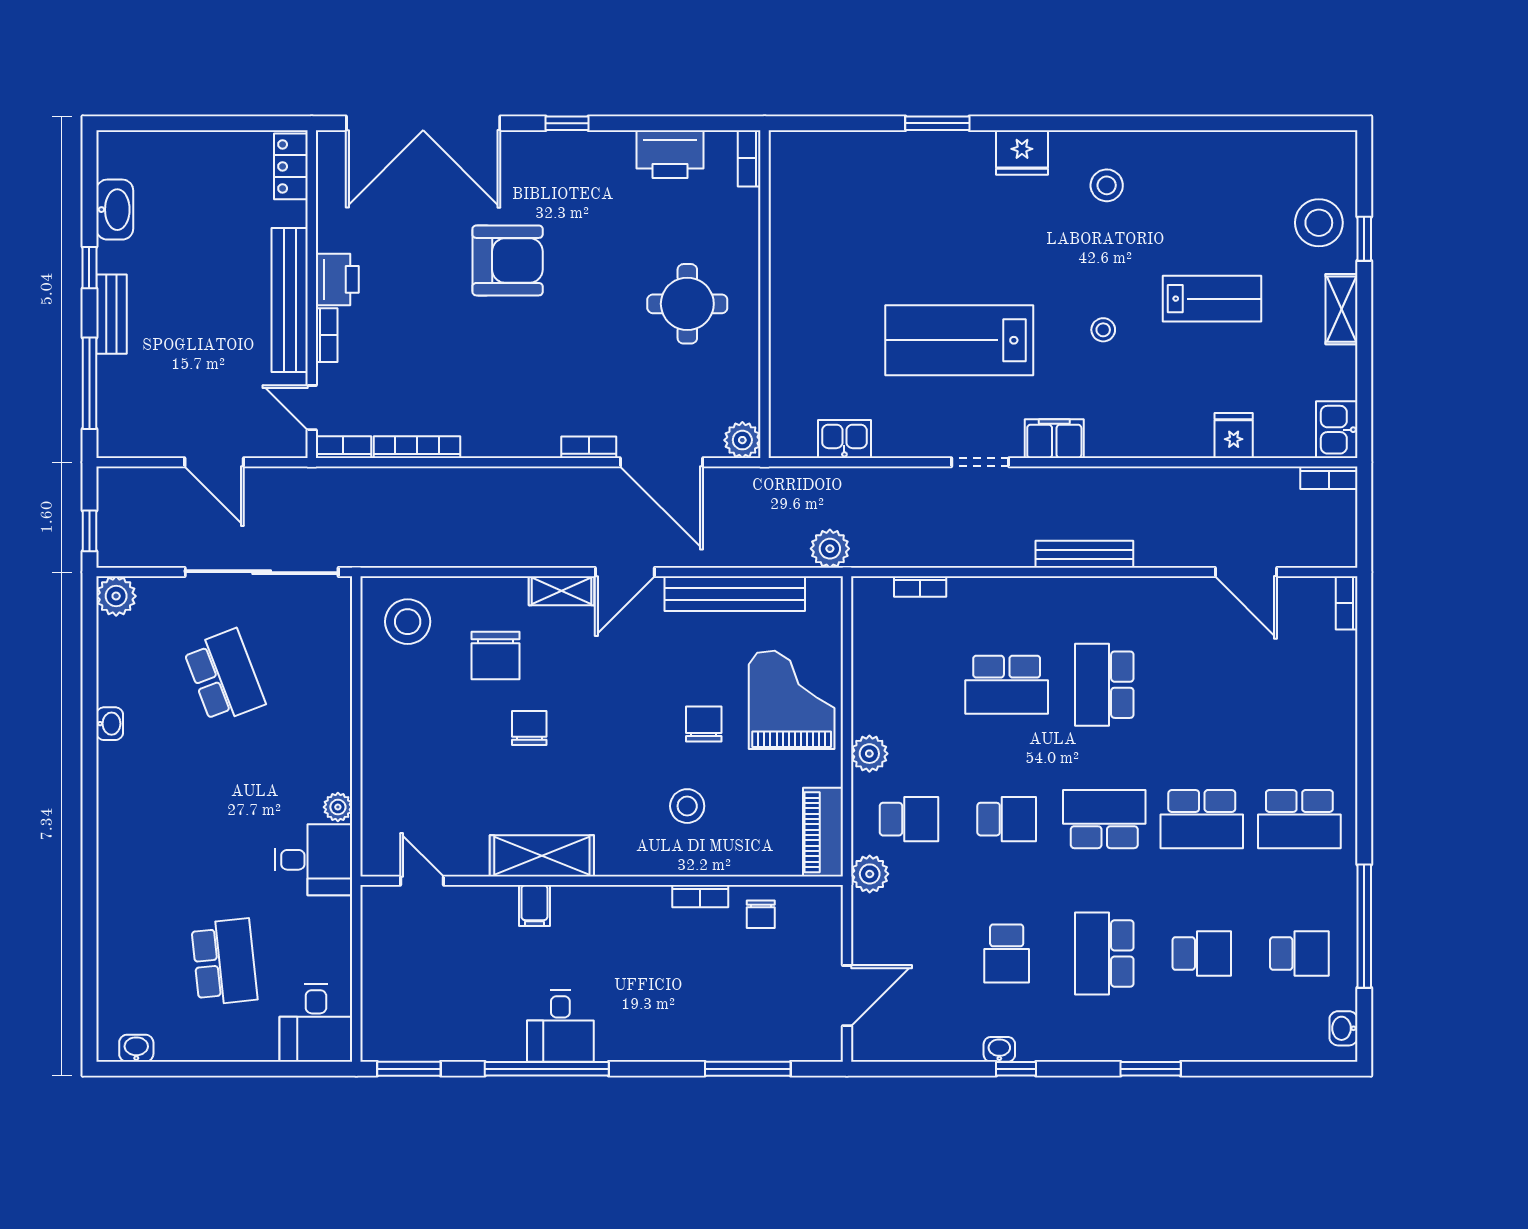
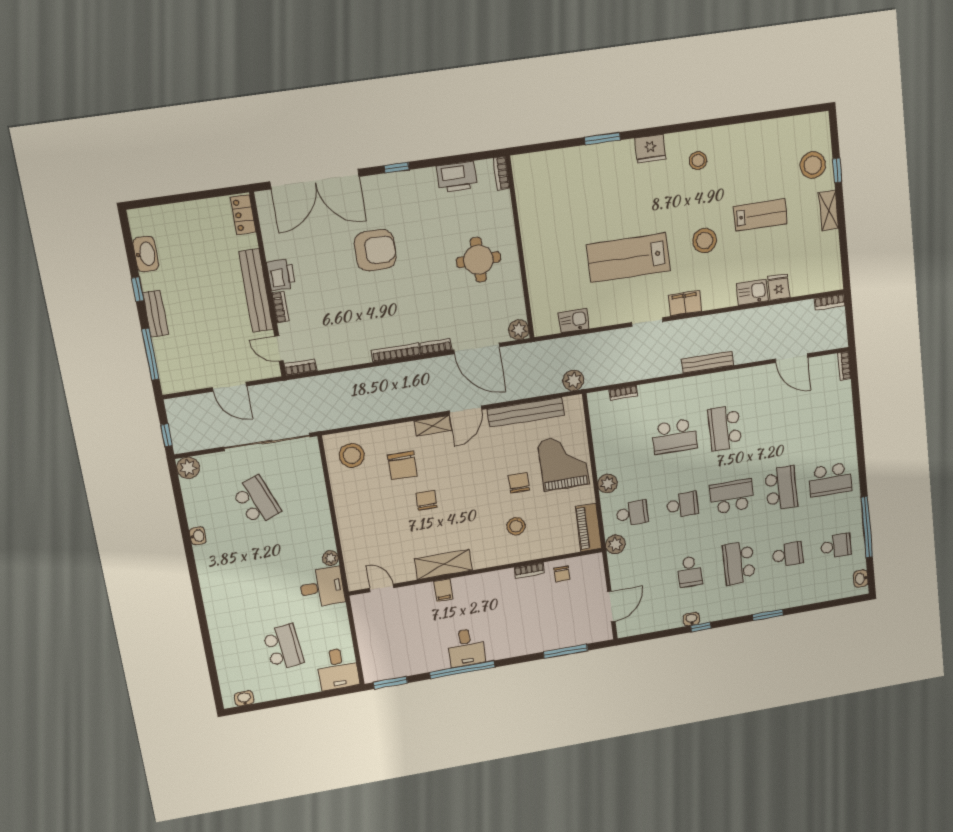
stool: (1103, 330) -> (705, 241), width x1.89, depth x1.89
kitchen sink: (1337, 430) -> (753, 292), moved, turned 90
bookcase: (417, 447) -> (396, 353), moved
school desk: (1202, 819) -> (781, 488), turned -90

